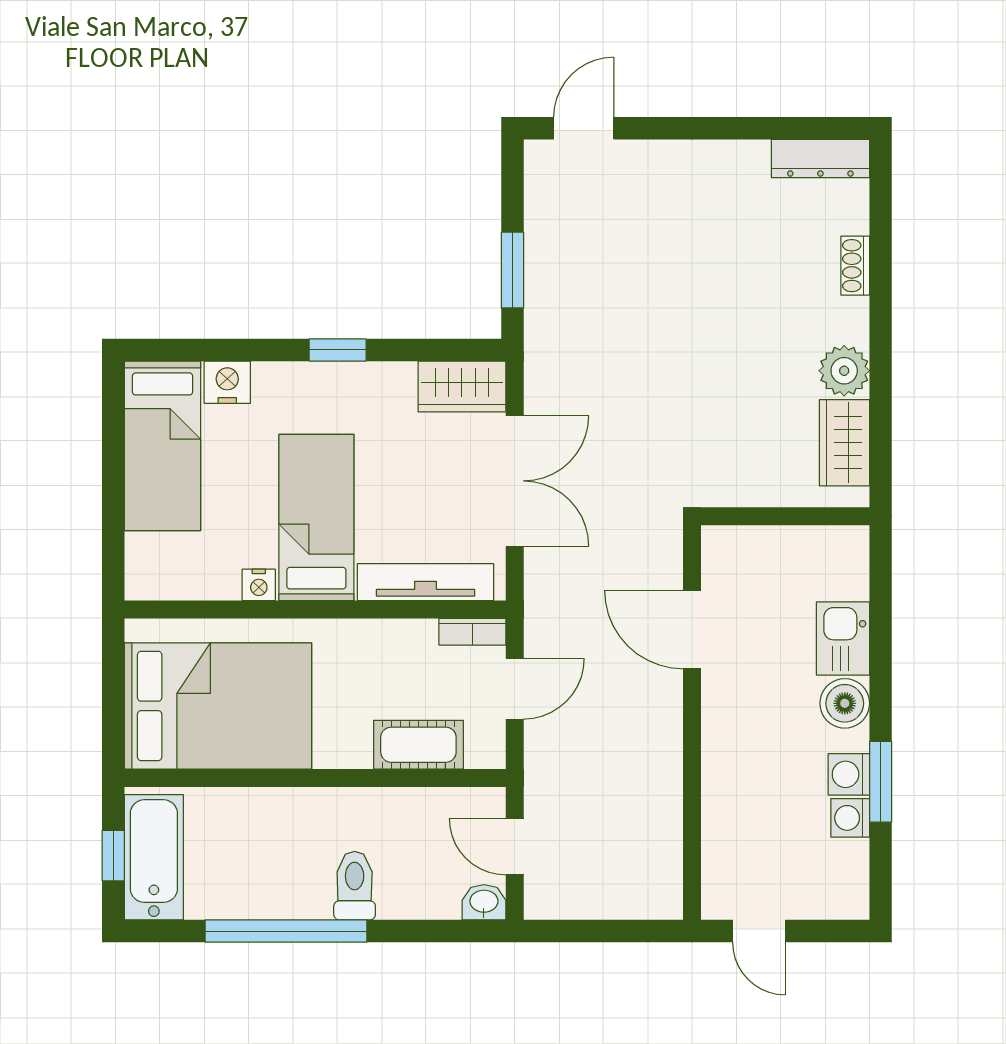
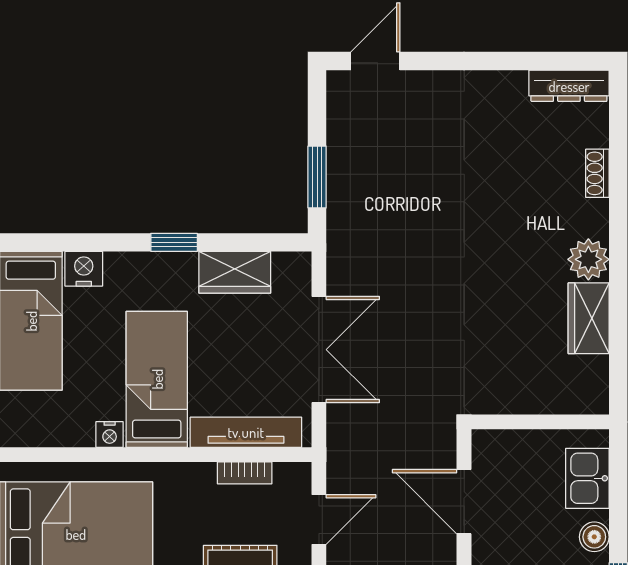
wardrobe: (462, 387) -> (235, 272), moved
wall: (785, 516) -> (540, 422), moved
door: (692, 629) -> (464, 502), moved
bookcase: (472, 632) -> (245, 473), moved
boiler: (845, 703) -> (594, 537), width x0.73, depth x0.73

